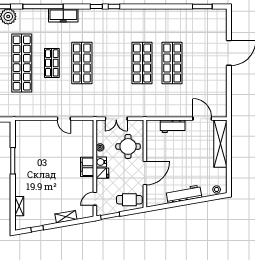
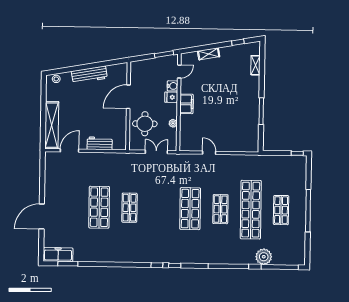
freezer: (63, 15) -> (58, 255), moved
shop shelf: (142, 63) -> (129, 208), width x0.70, depth x0.74
door: (202, 119) -> (69, 151), swing flipped
water cooler: (101, 162) -> (173, 86), moved
cafe table: (129, 200) -> (144, 70), removed

